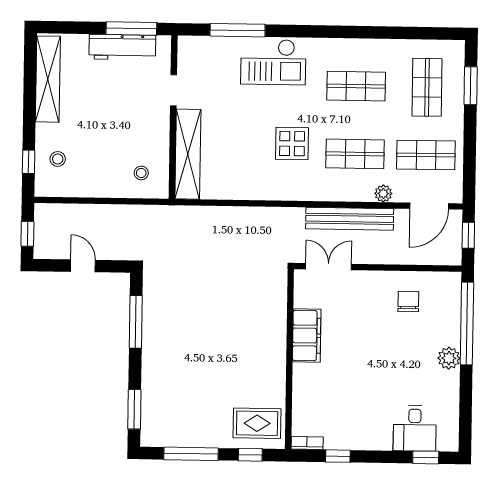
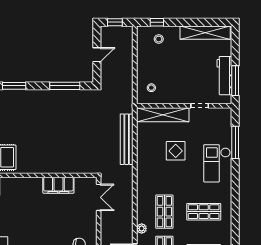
shop shelf: (356, 86) -> (204, 212), turned 90
display table: (292, 144) -> (176, 151), moved
bench: (350, 219) -> (127, 139), moved

